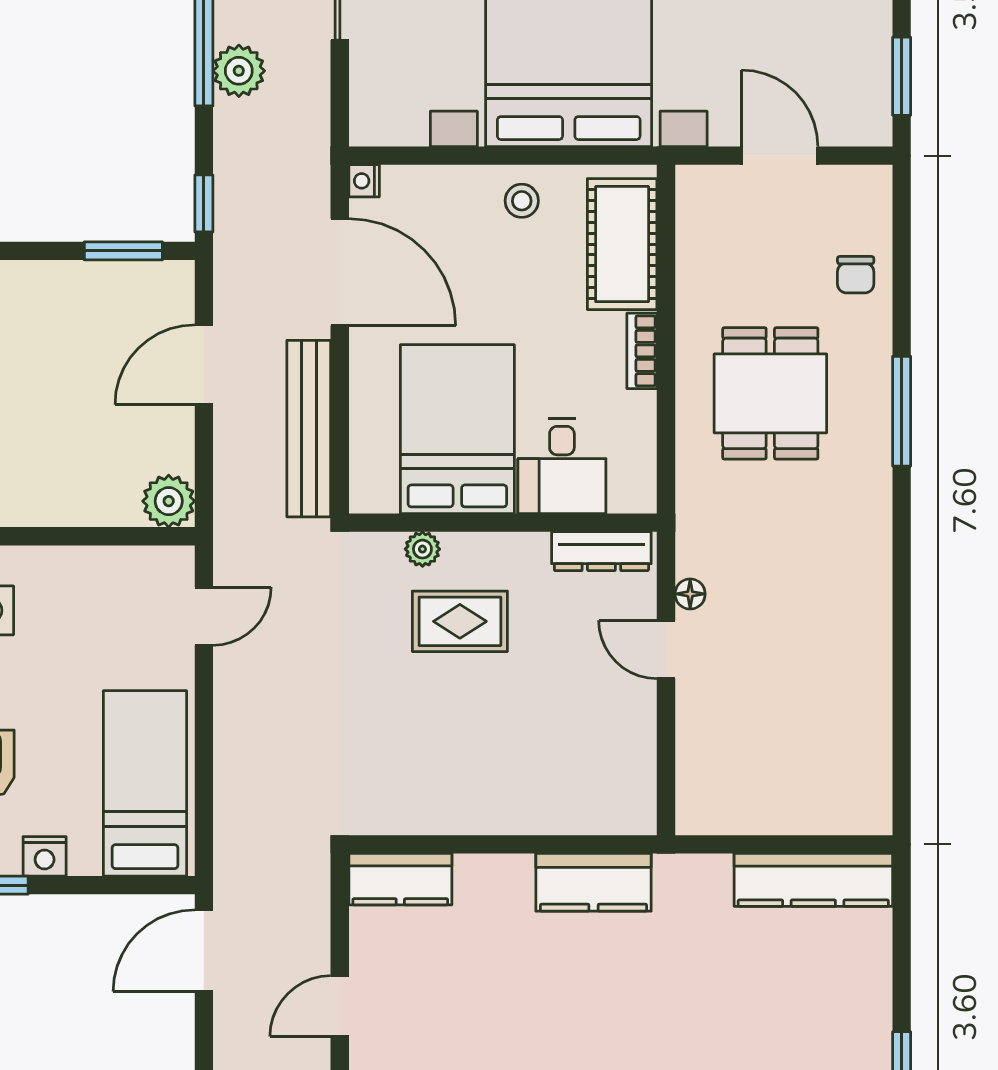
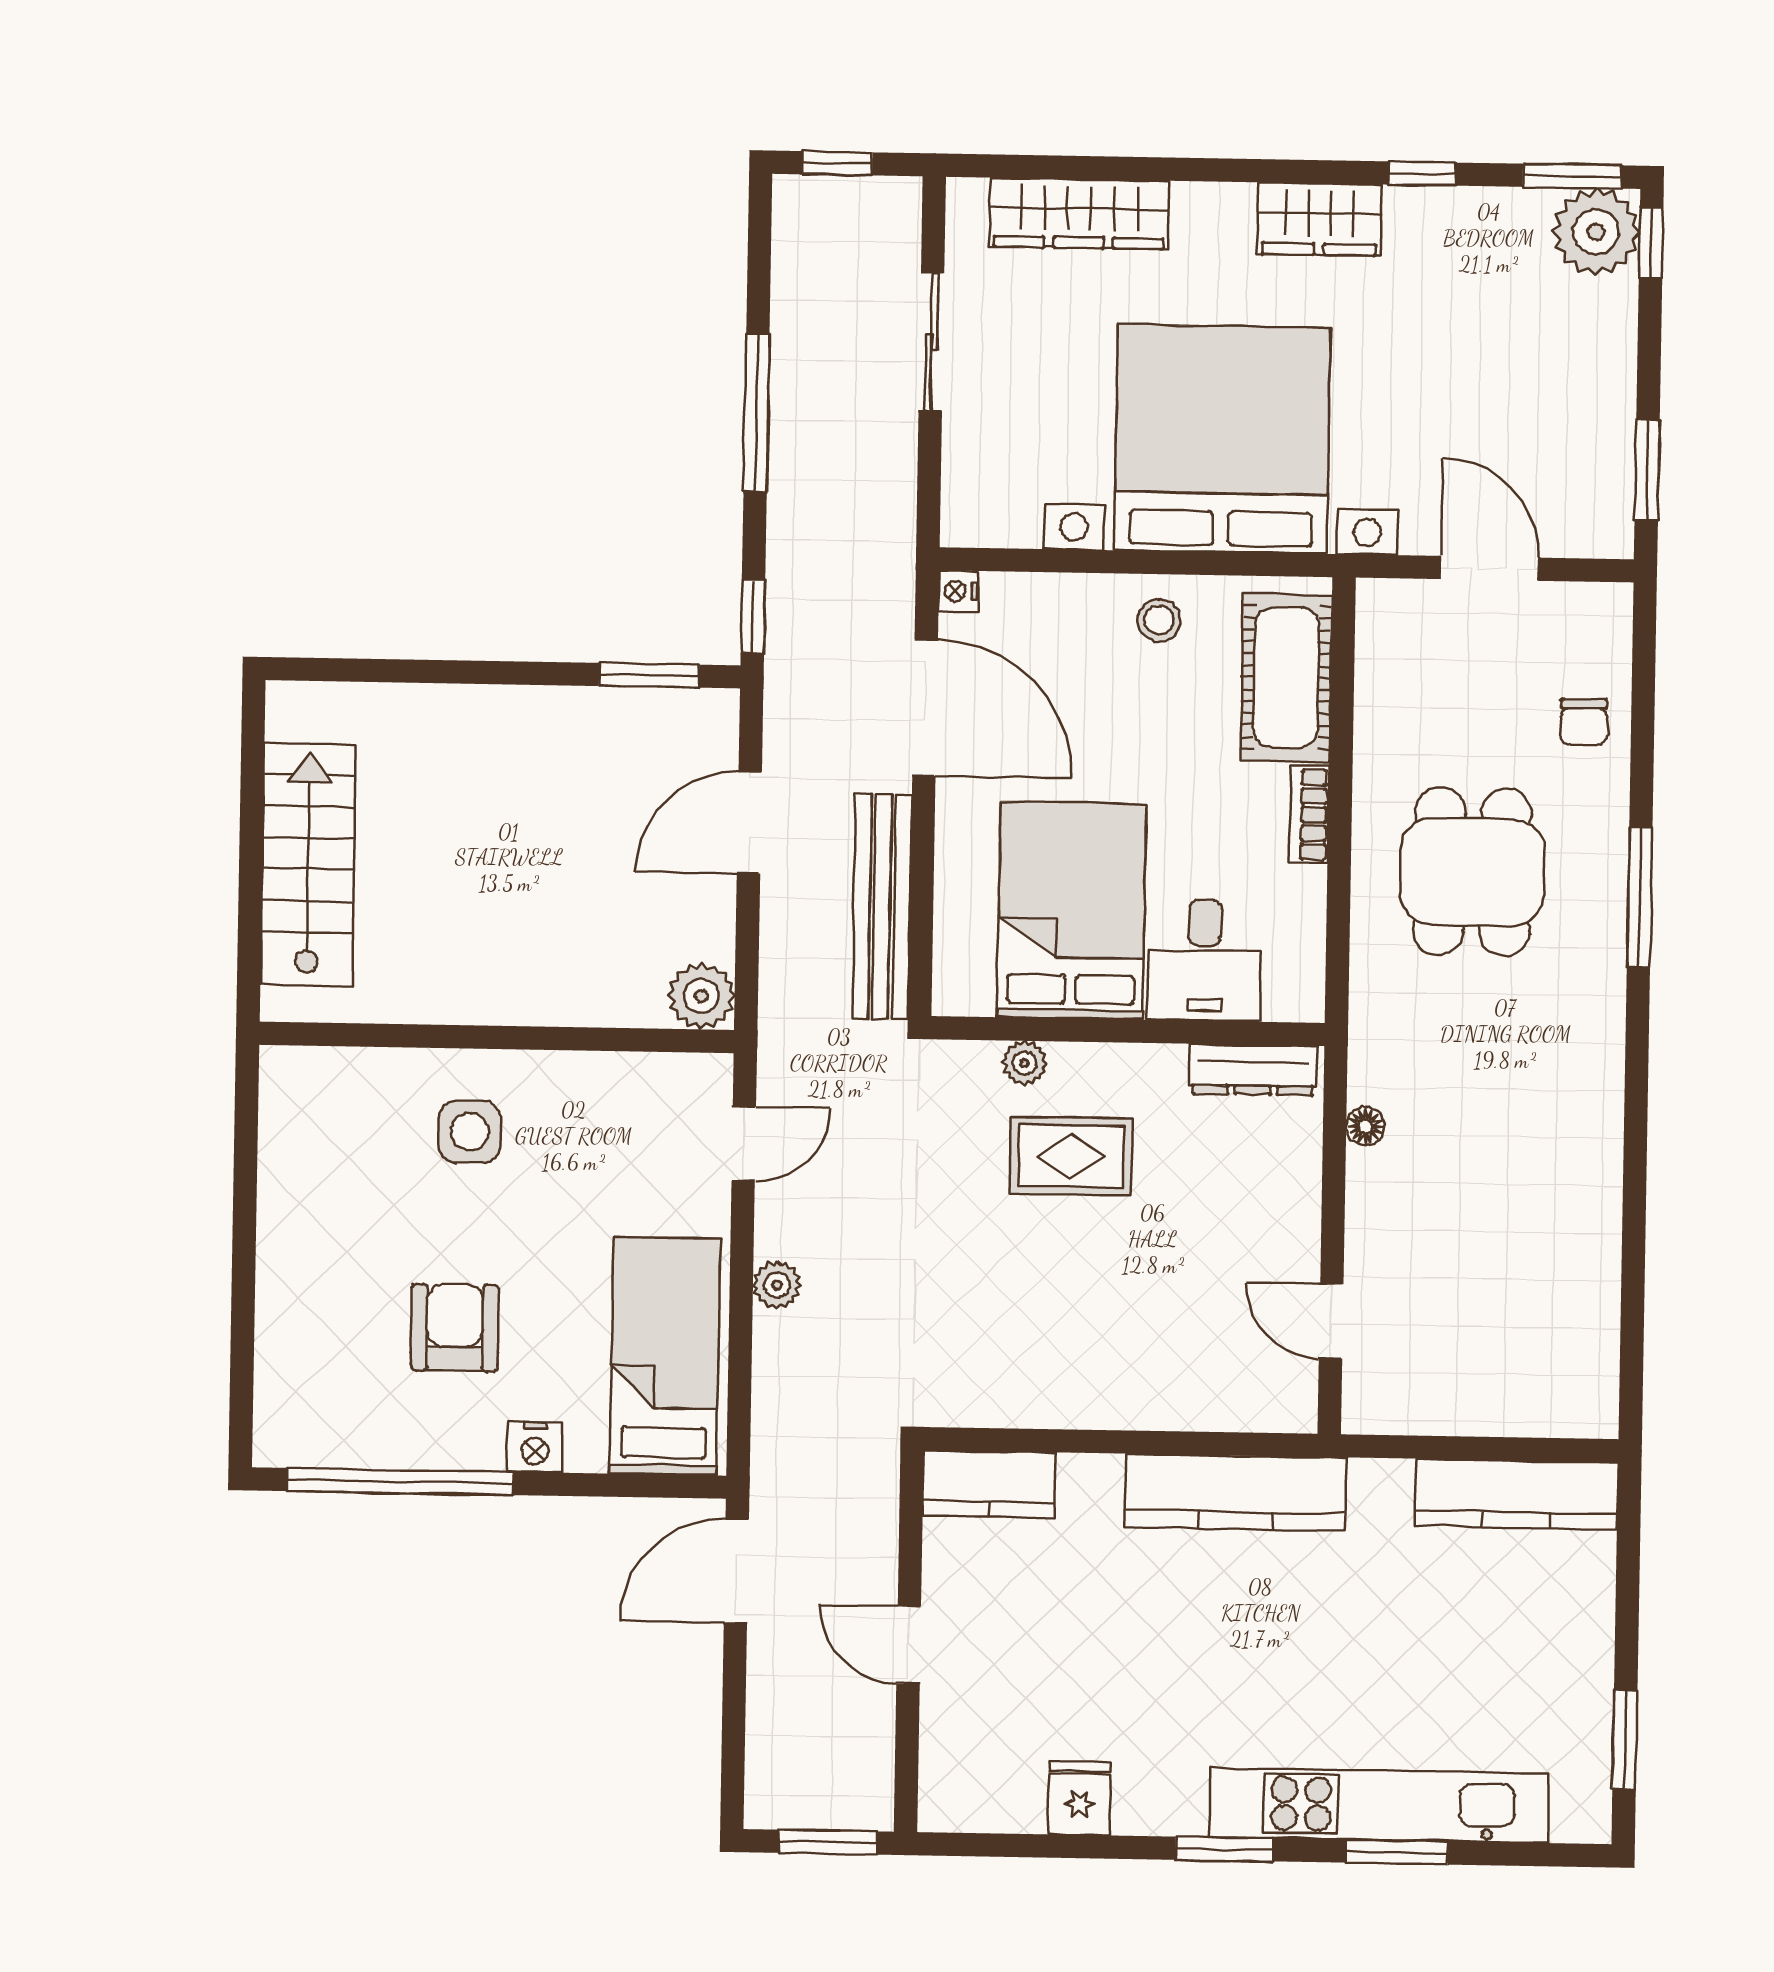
plant: (239, 71) -> (777, 1285), moved, width x0.73, depth x0.73
door: (666, 650) -> (1331, 1321), moved
kitchen counter: (594, 882) -> (1236, 1492), width x1.50
door: (340, 1006) -> (909, 1645), hinge flipped

